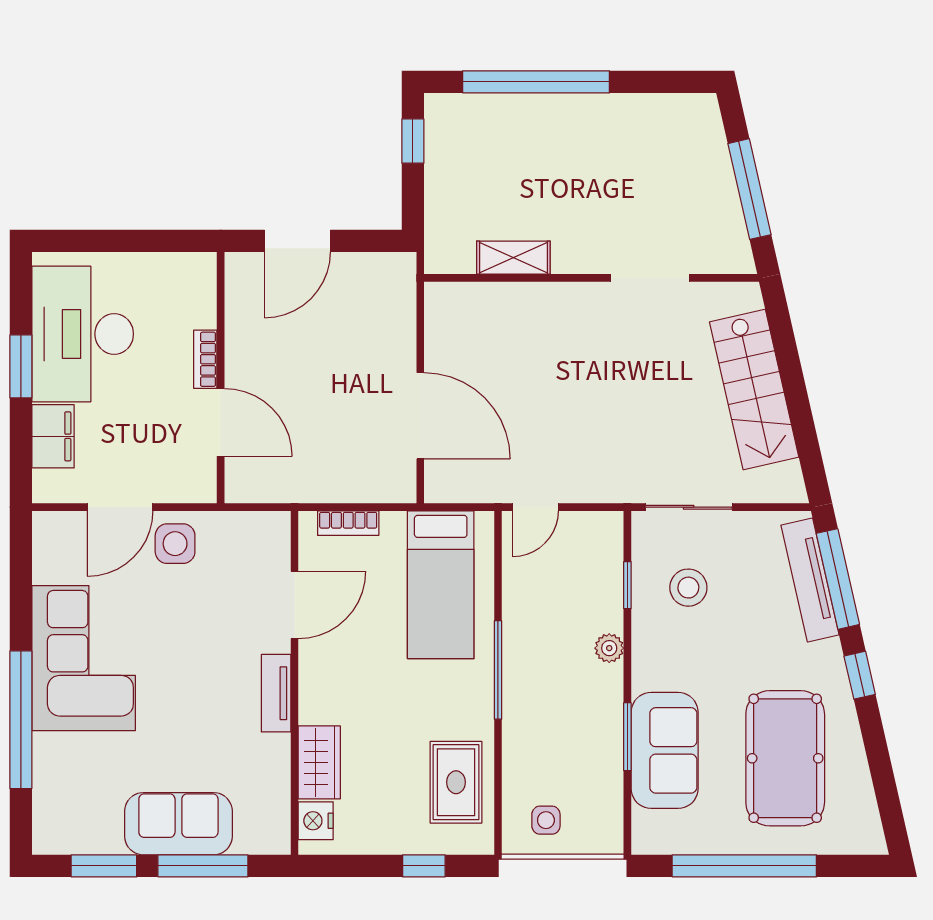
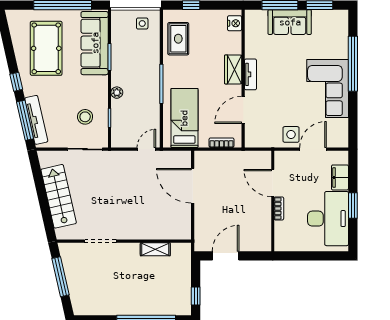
door: (297, 241) -> (226, 256), moved
sofa: (665, 750) -> (95, 43), width x1.36
wardrobe: (319, 762) -> (233, 69), moved

